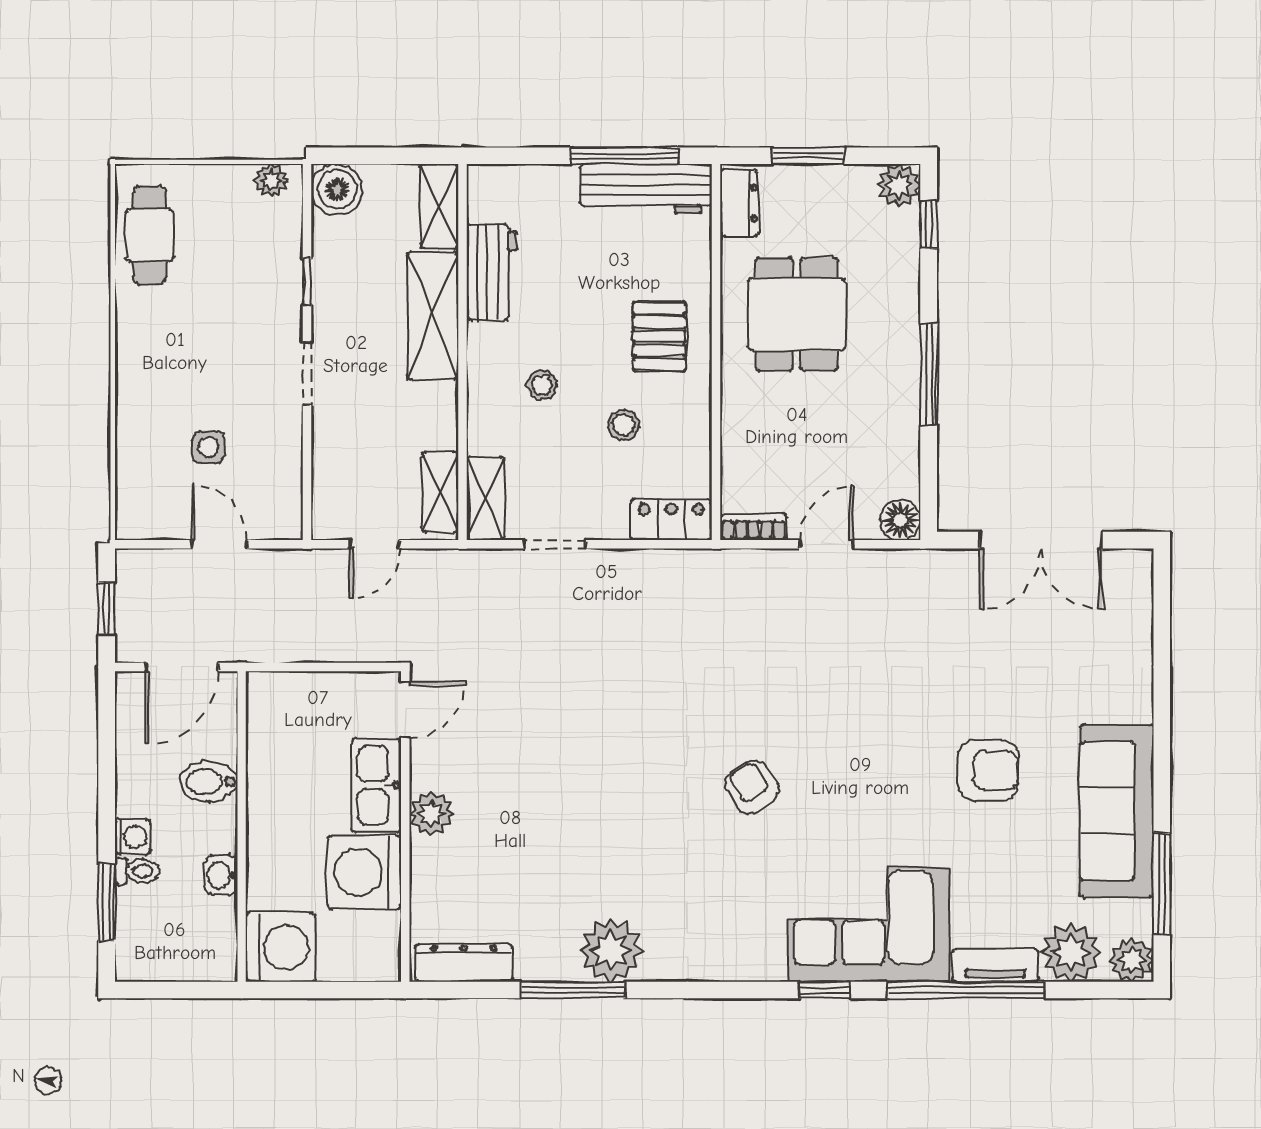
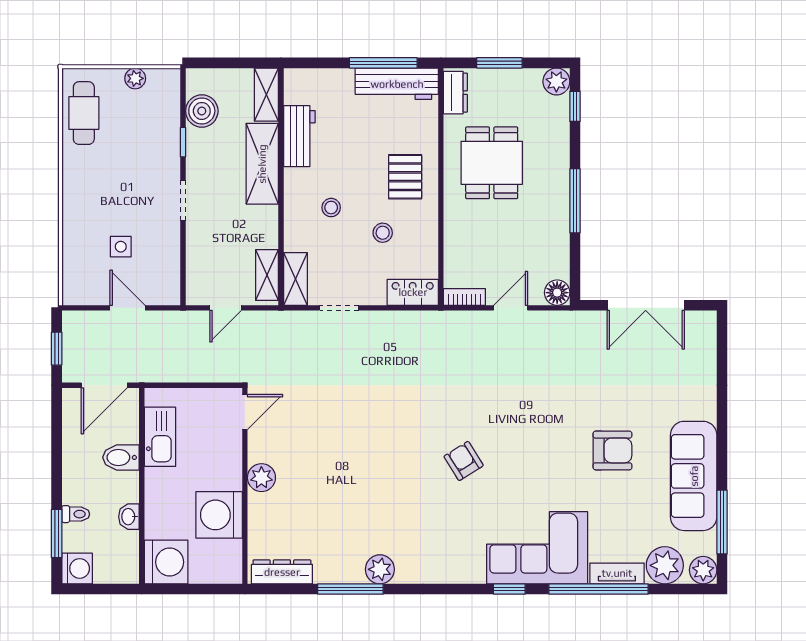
plant: (271, 180) -> (135, 78), moved
boiler: (337, 190) -> (202, 111), moved
kitchen sink: (376, 785) -> (160, 437), moved, turned 180
washing machine: (132, 837) -> (77, 568), moved, width x1.38, depth x1.38
plant: (611, 950) -> (380, 569), width x0.73, depth x0.73

